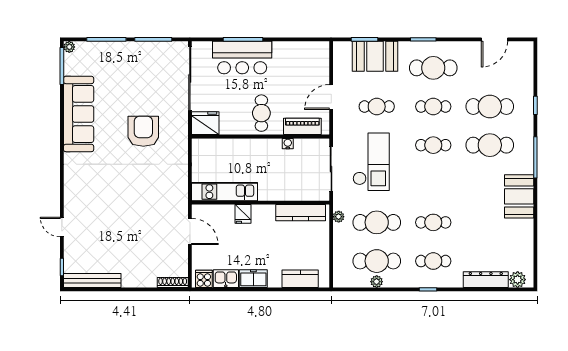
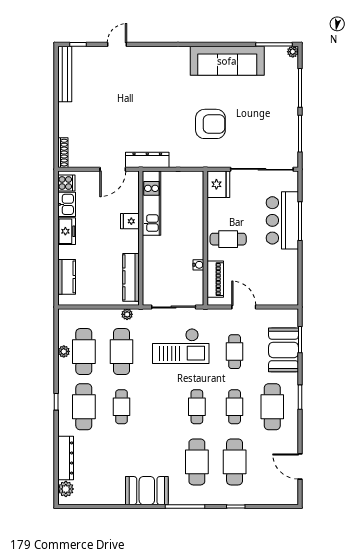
dresser: (180, 196) -> (147, 160), added
cafe table: (433, 261) -> (84, 407), width x1.37, depth x1.35

